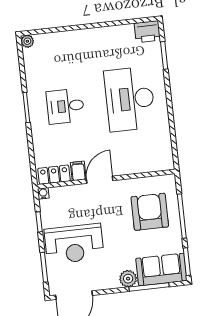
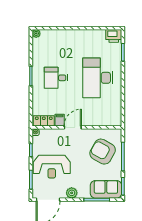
armchair: (150, 212) -> (103, 152), turned -61
plant: (128, 279) -> (72, 193), moved

